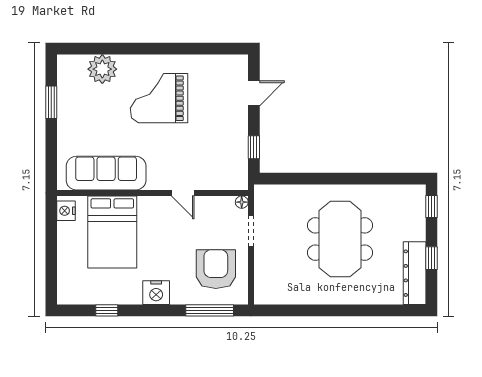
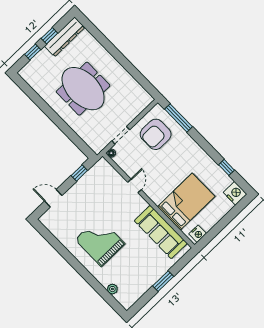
plant: (102, 69) -> (112, 289), width x0.53, depth x0.53
grand piano: (159, 98) -> (100, 242), turned 180
window: (51, 102) -> (163, 281), moved
window: (432, 206) -> (33, 52), moved
meeting table: (340, 239) -> (83, 89), turned 90
nightstand: (156, 293) -> (235, 193), moved

